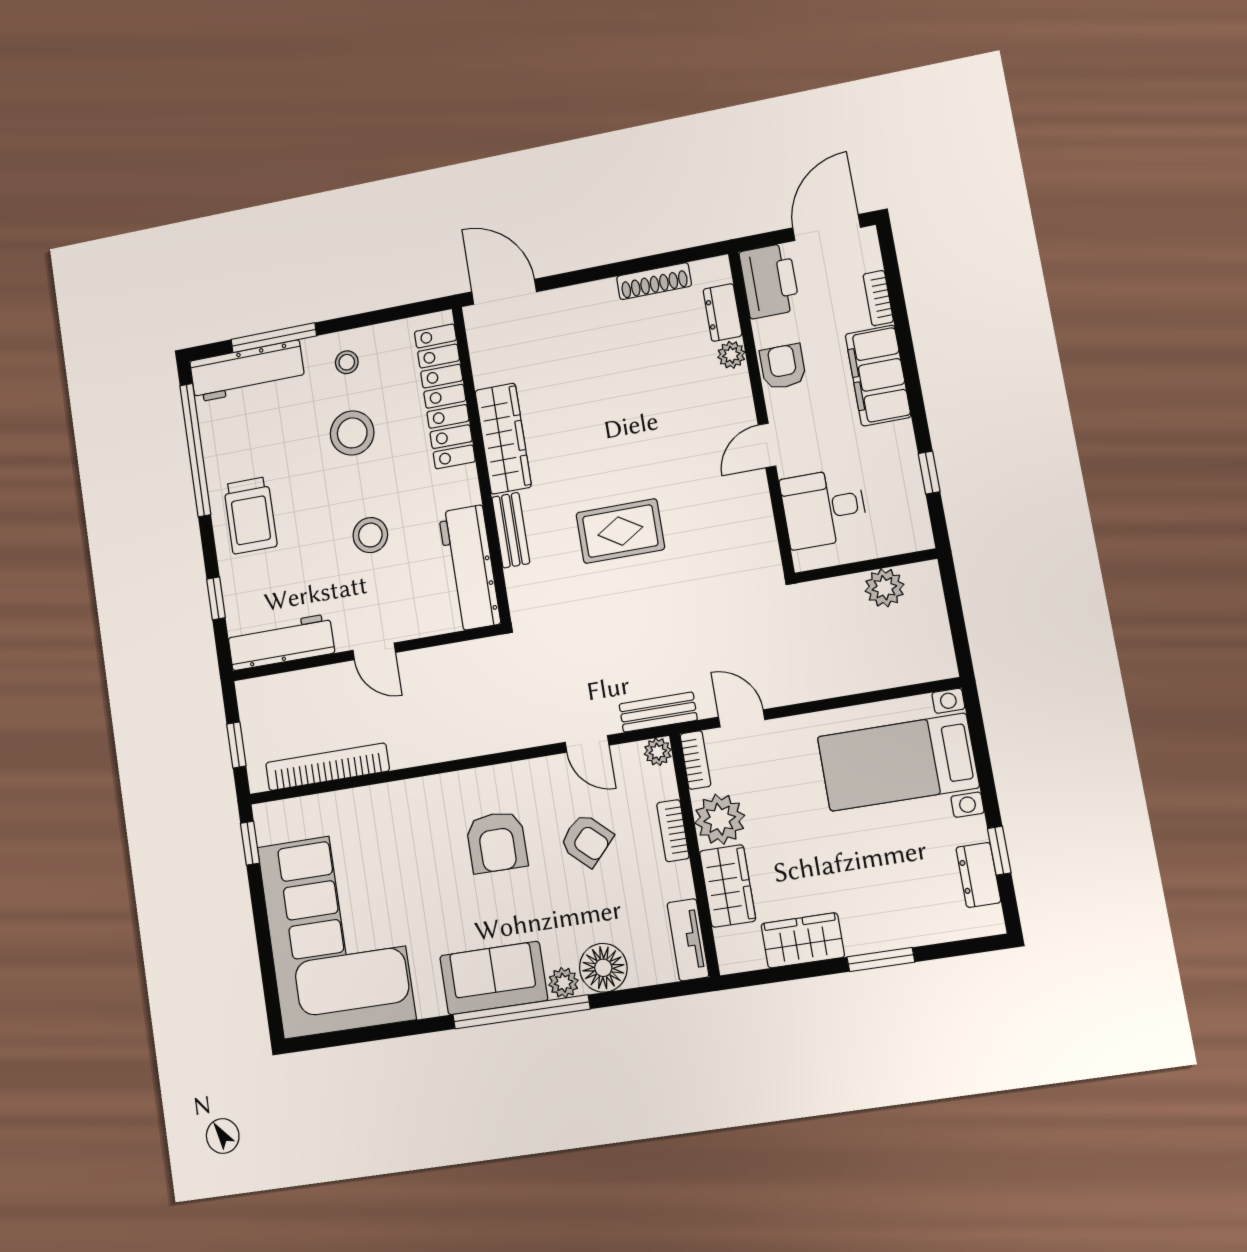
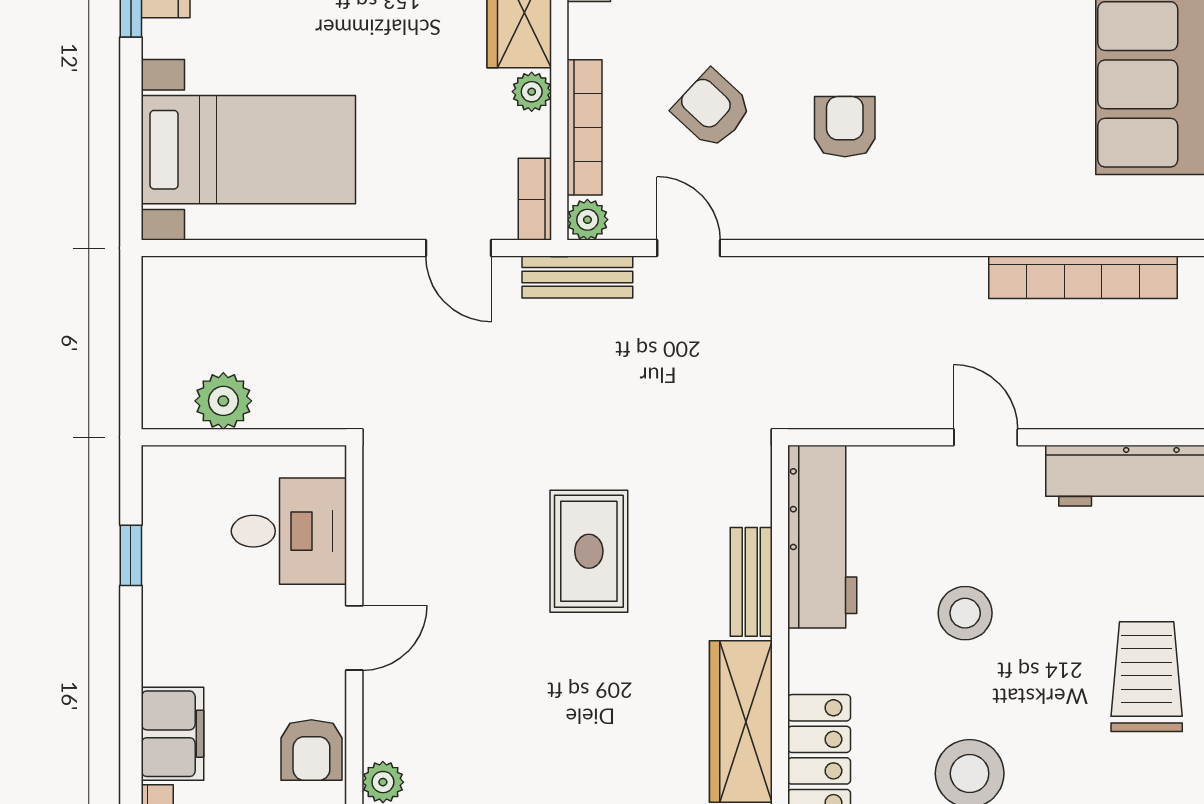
filing cabinet: (878, 376) -> (173, 734), width x0.67, depth x0.86
rug: (620, 531) -> (589, 551), turned 90
plant: (720, 819) -> (532, 92), width x0.53, depth x0.53
bookcase: (673, 831) -> (584, 127), width x1.56
armchair: (497, 842) -> (845, 127), width x0.72, depth x0.72

